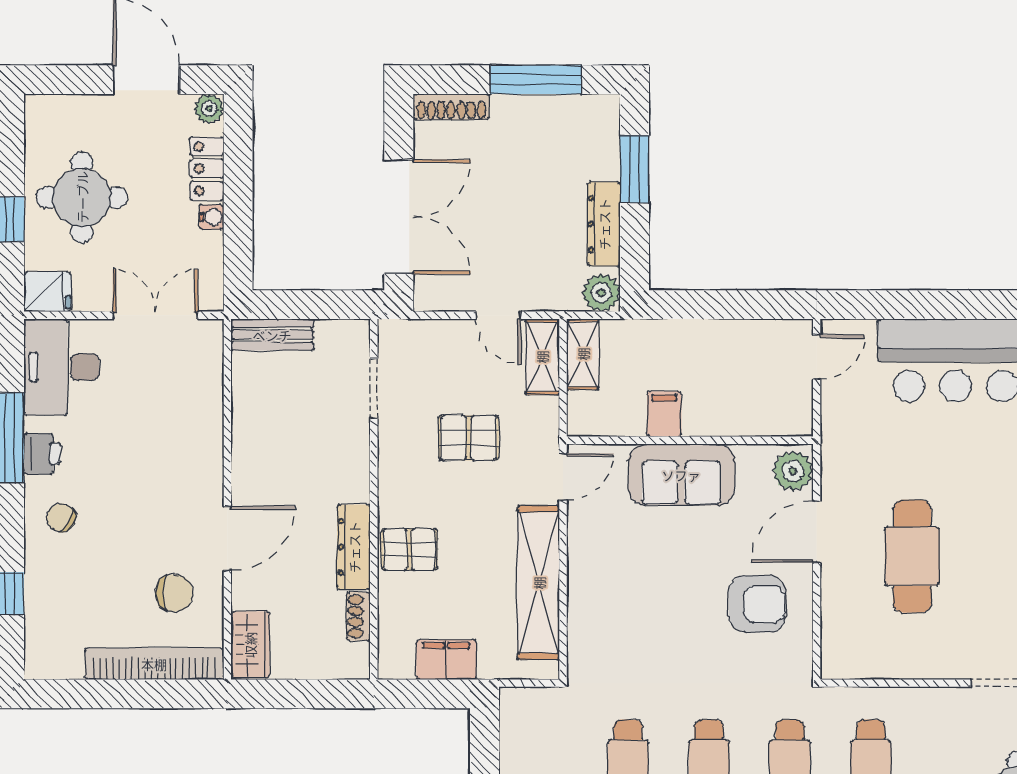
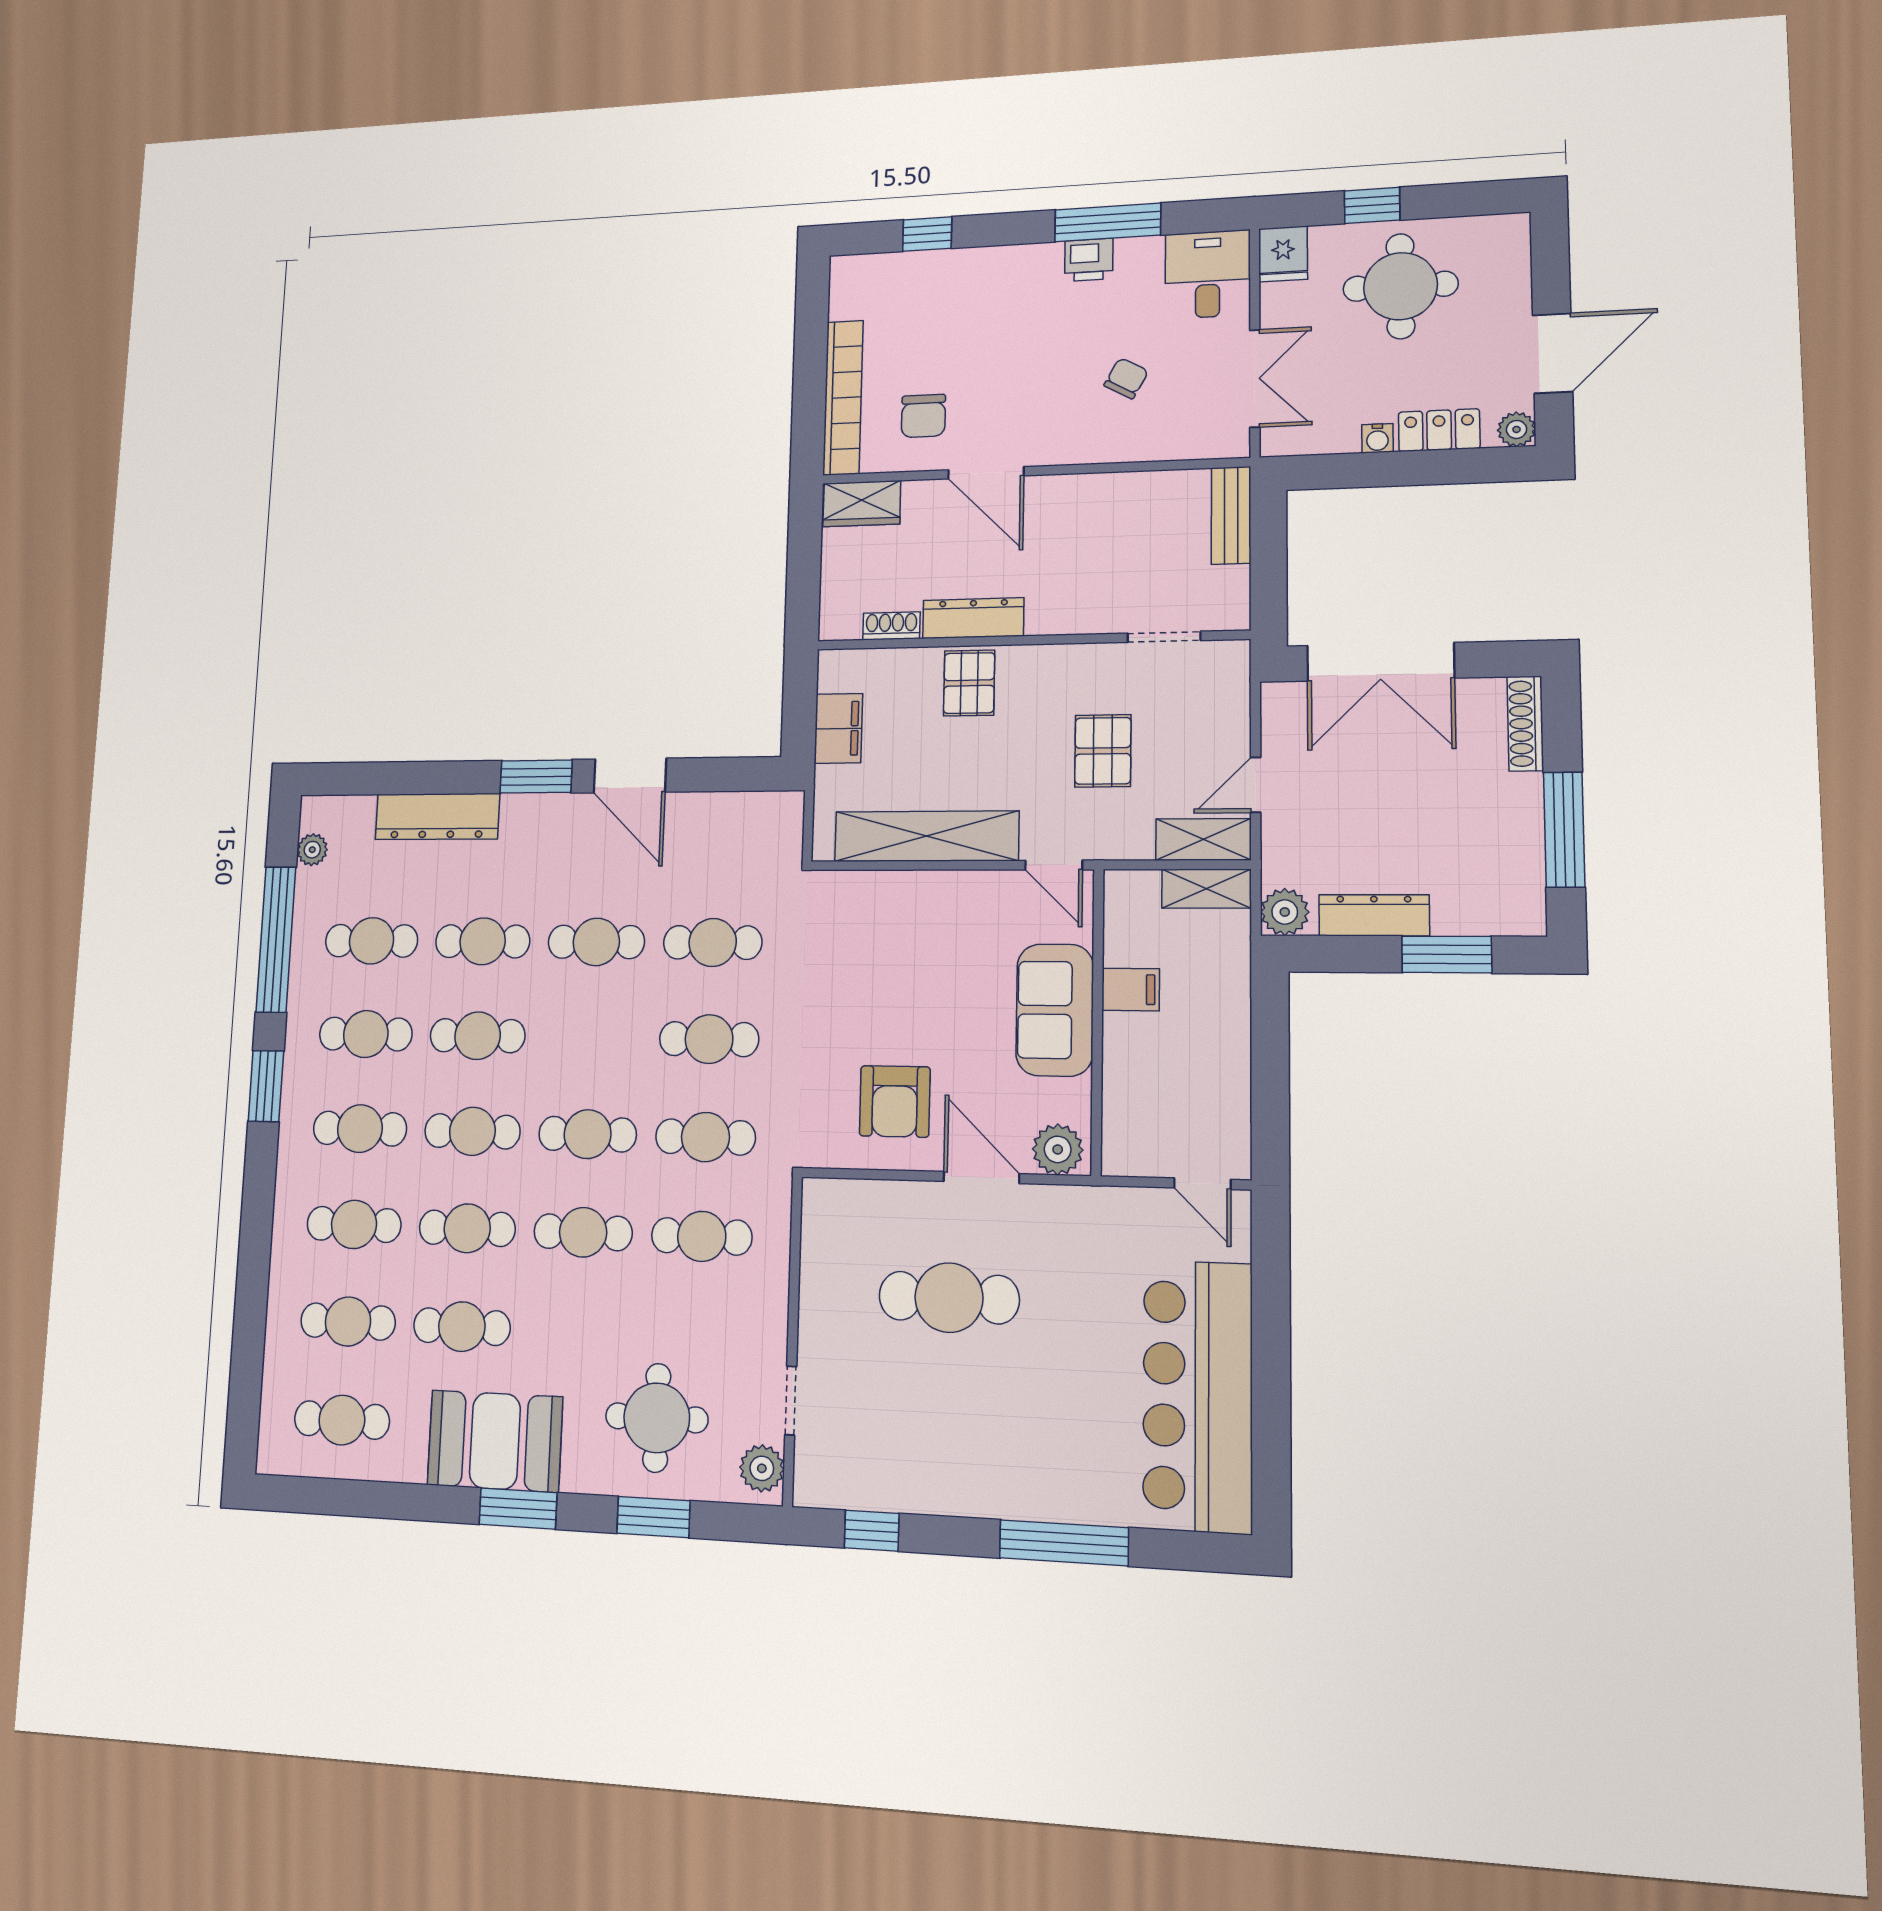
desk: (62, 367) -> (1208, 274), width x0.73
chair: (61, 518) -> (1126, 378), moved

